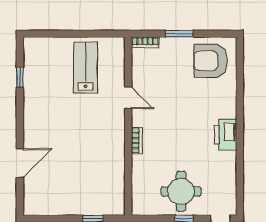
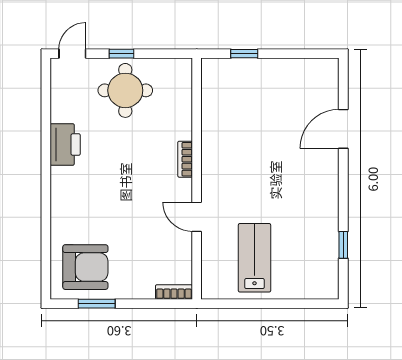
window: (179, 34) -> (97, 304), moved
lab bench: (86, 68) -> (254, 258), turned 180
printer: (226, 135) -> (65, 144), moved

